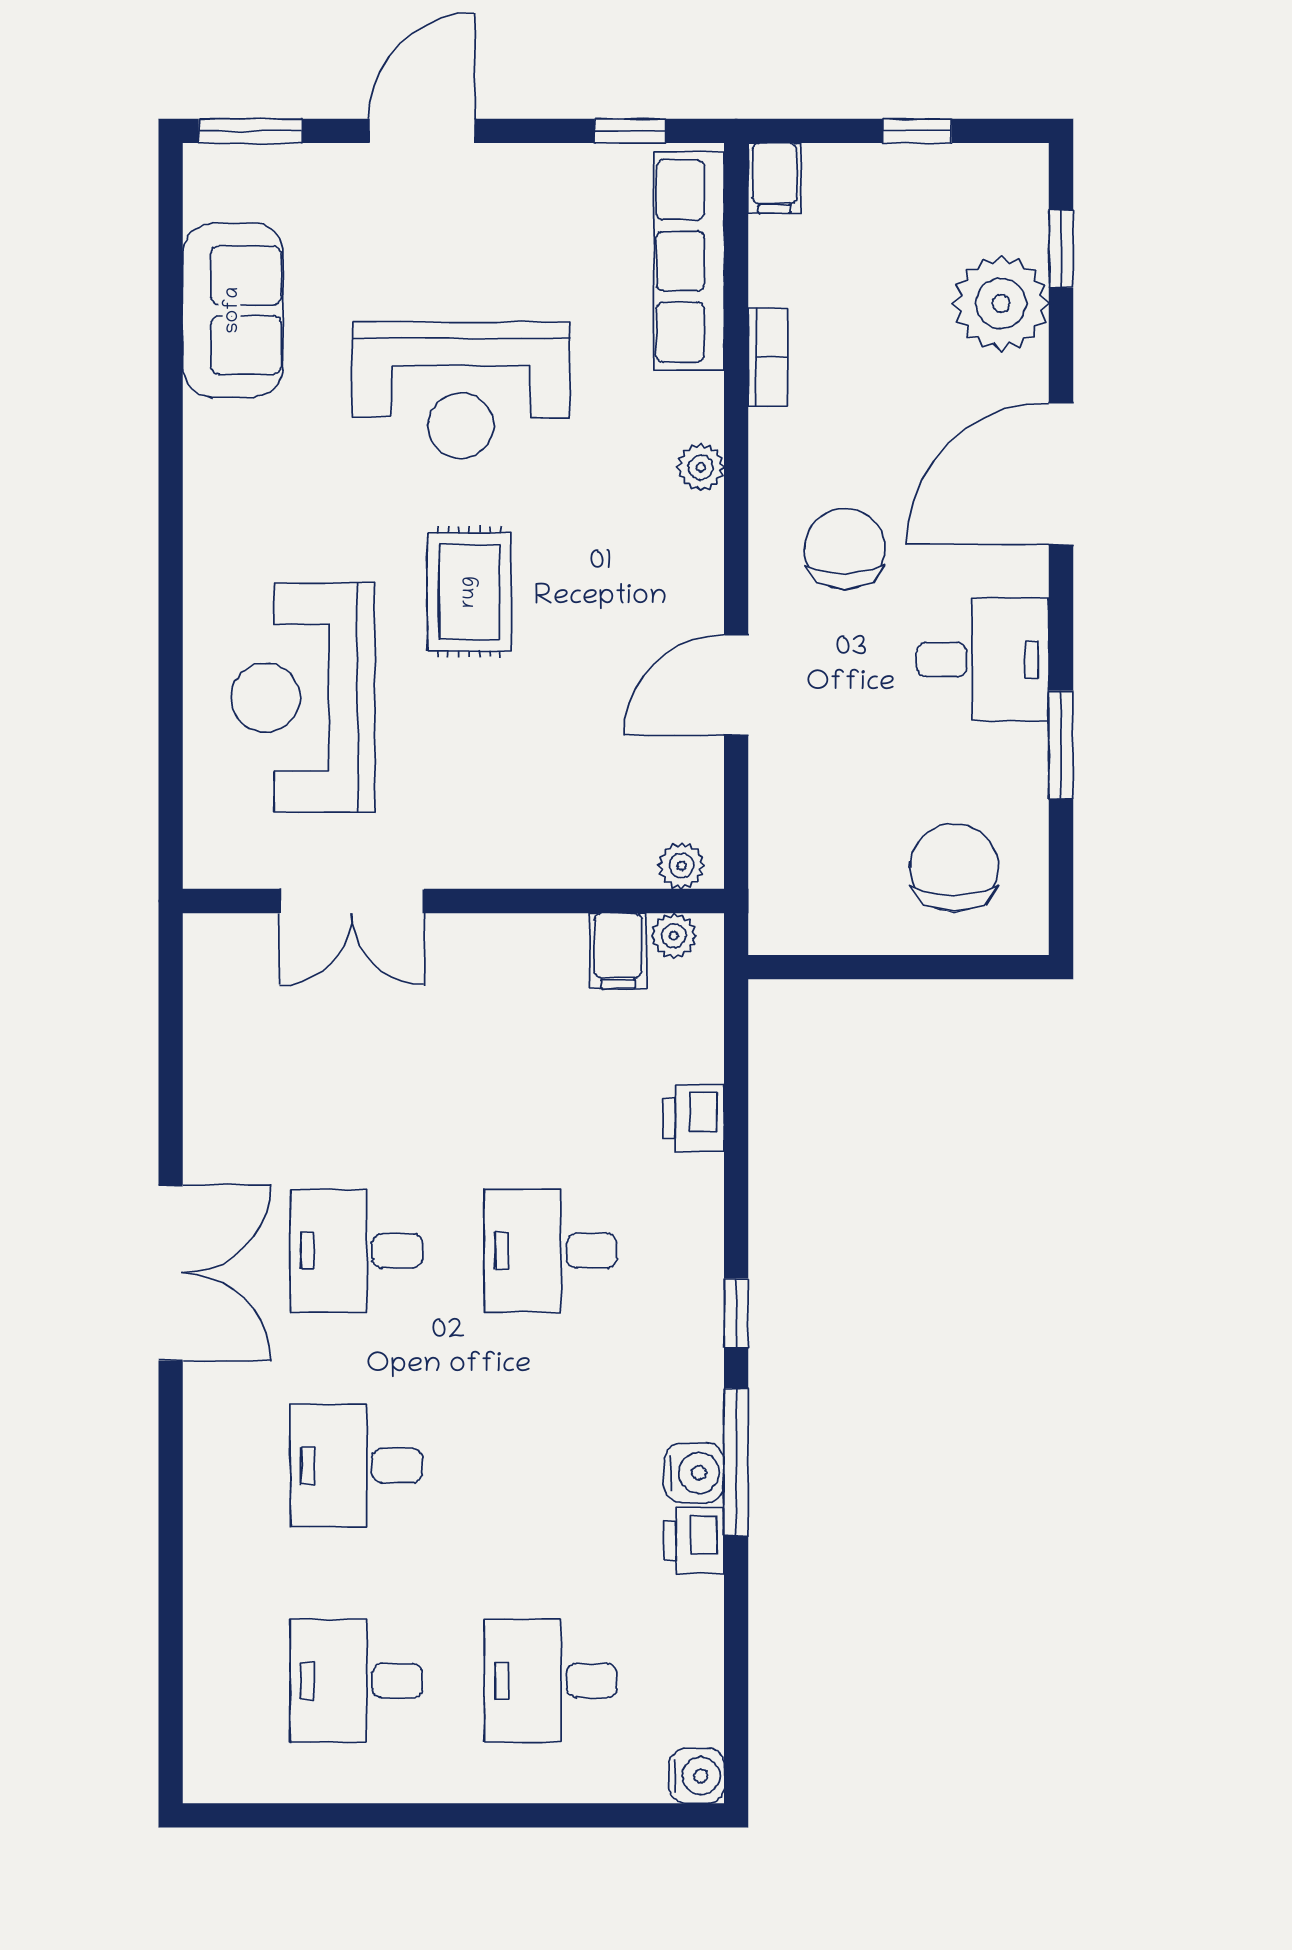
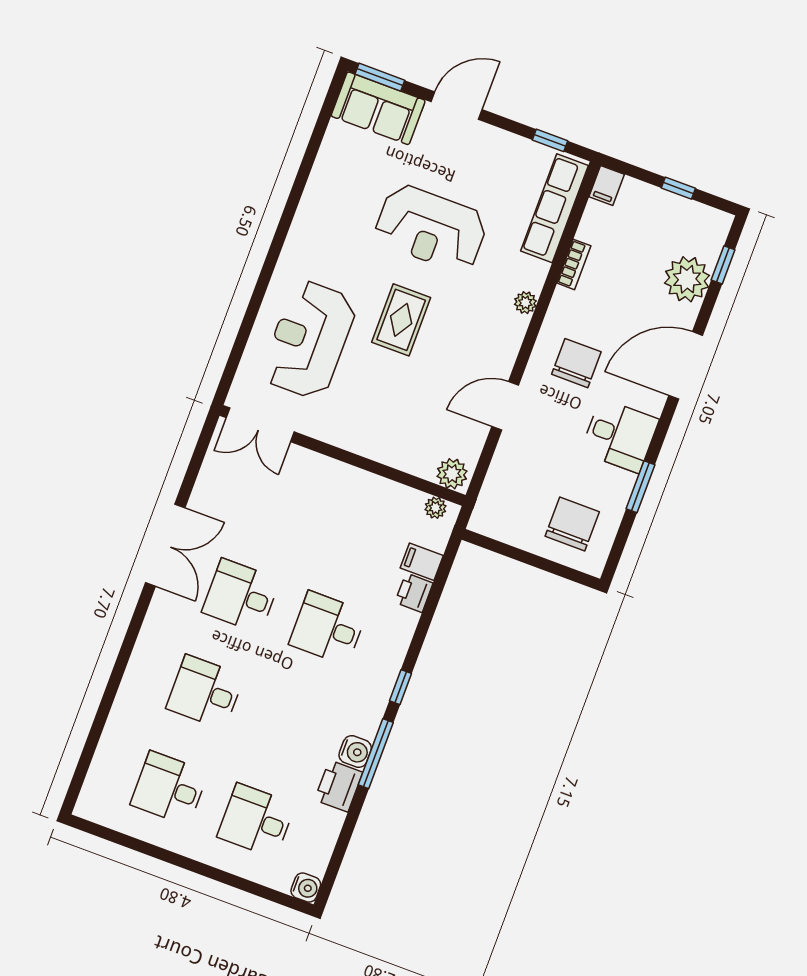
sofa: (233, 310) -> (378, 108), moved, turned 90
plant: (681, 866) -> (452, 474), width x1.38, depth x1.38
double door: (352, 901) -> (260, 425), moved
filing cabinet: (618, 951) -> (422, 562), moved, turned 90
double door: (171, 1273) -> (165, 545), moved
printer: (694, 1541) -> (339, 786), width x1.36, depth x1.24

